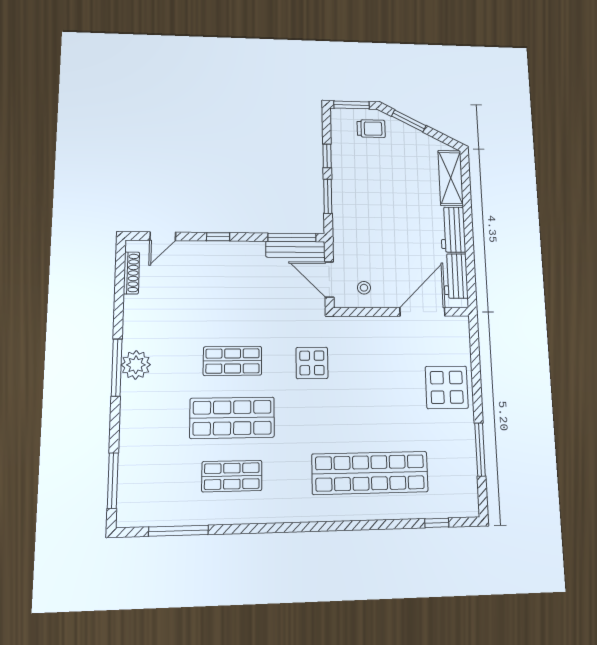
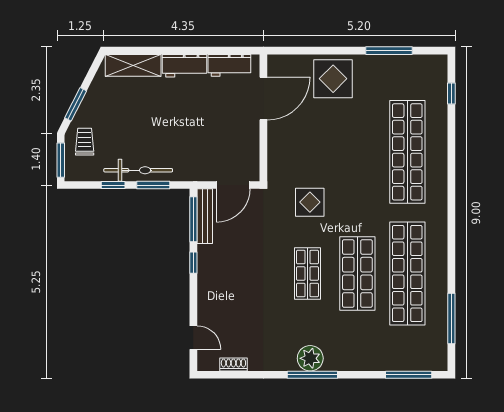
bicycle: (343, 181) -> (138, 170), added
window: (218, 237) -> (193, 263), moved
shoe rack: (131, 273) -> (233, 365), width x0.70
stool: (364, 288) -> (241, 153), removed
door: (422, 312) -> (263, 98), swing flipped
shop shelf: (232, 476) -> (407, 274), width x2.00, depth x1.36

